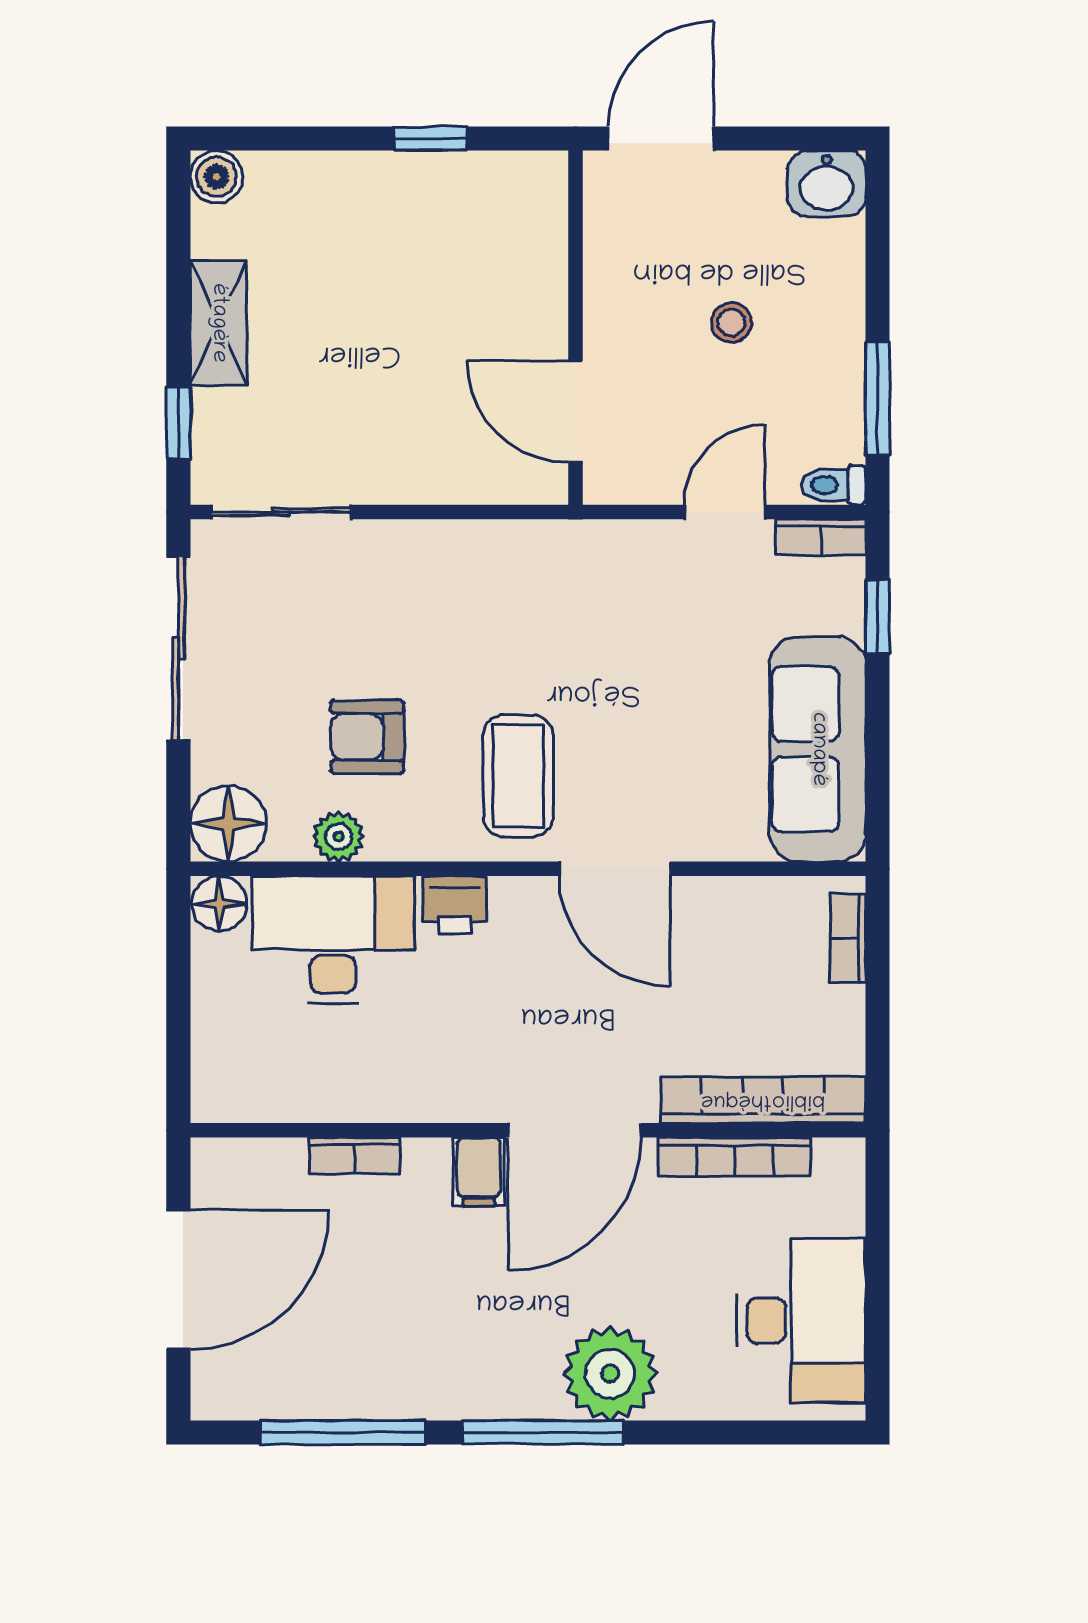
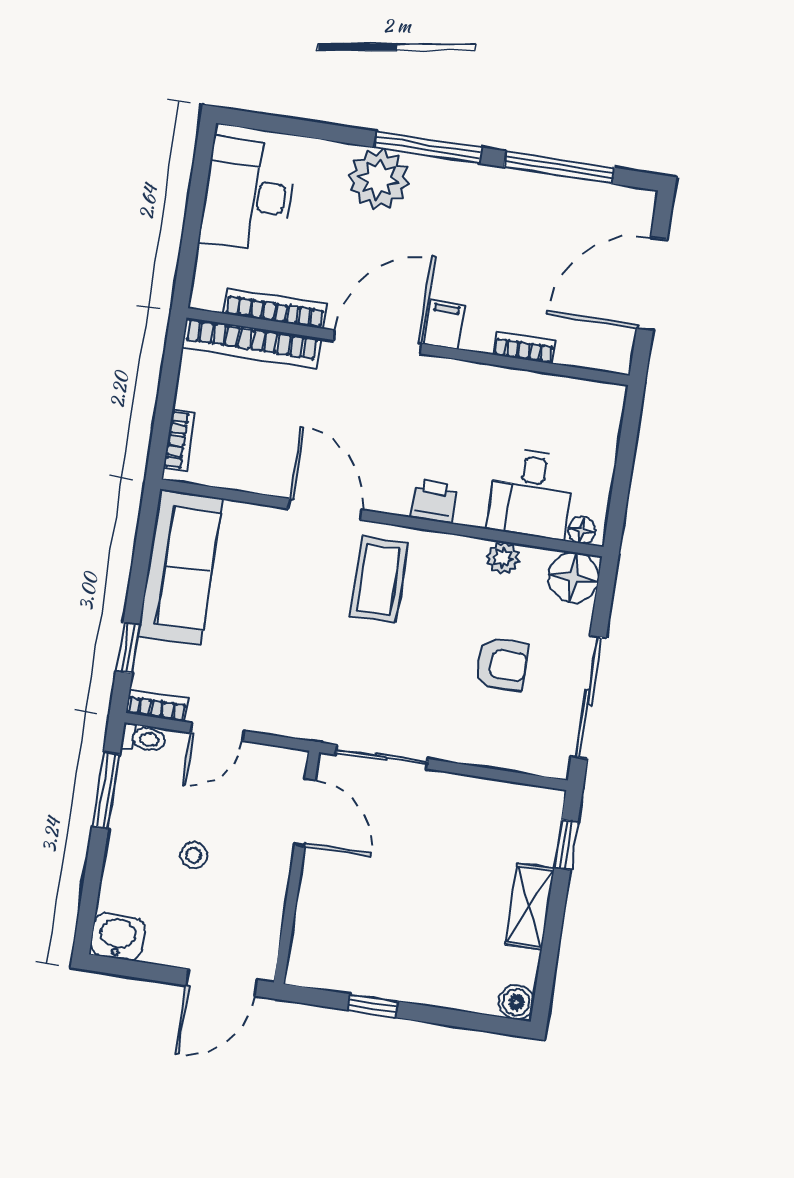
sliding door: (281, 512) -> (381, 757), moved
armchair: (367, 737) -> (502, 664), moved
floor lamp: (219, 904) -> (582, 530), width x0.73, depth x0.73
desk: (333, 940) -> (531, 493), width x0.73

